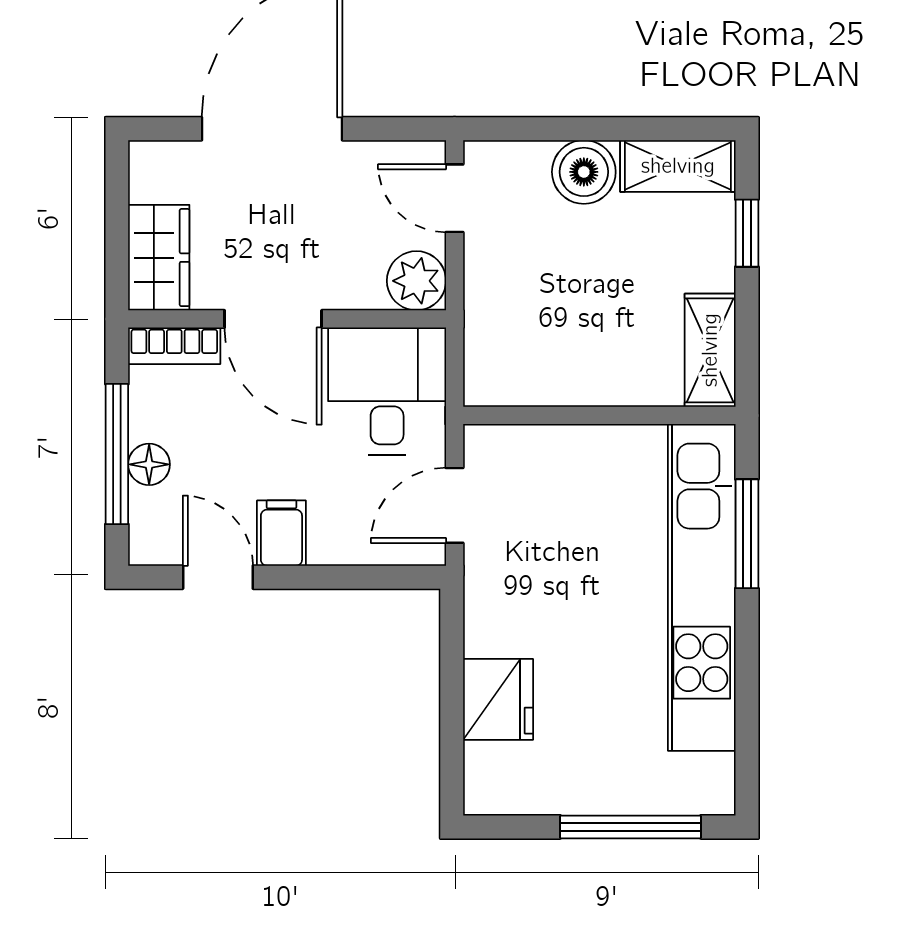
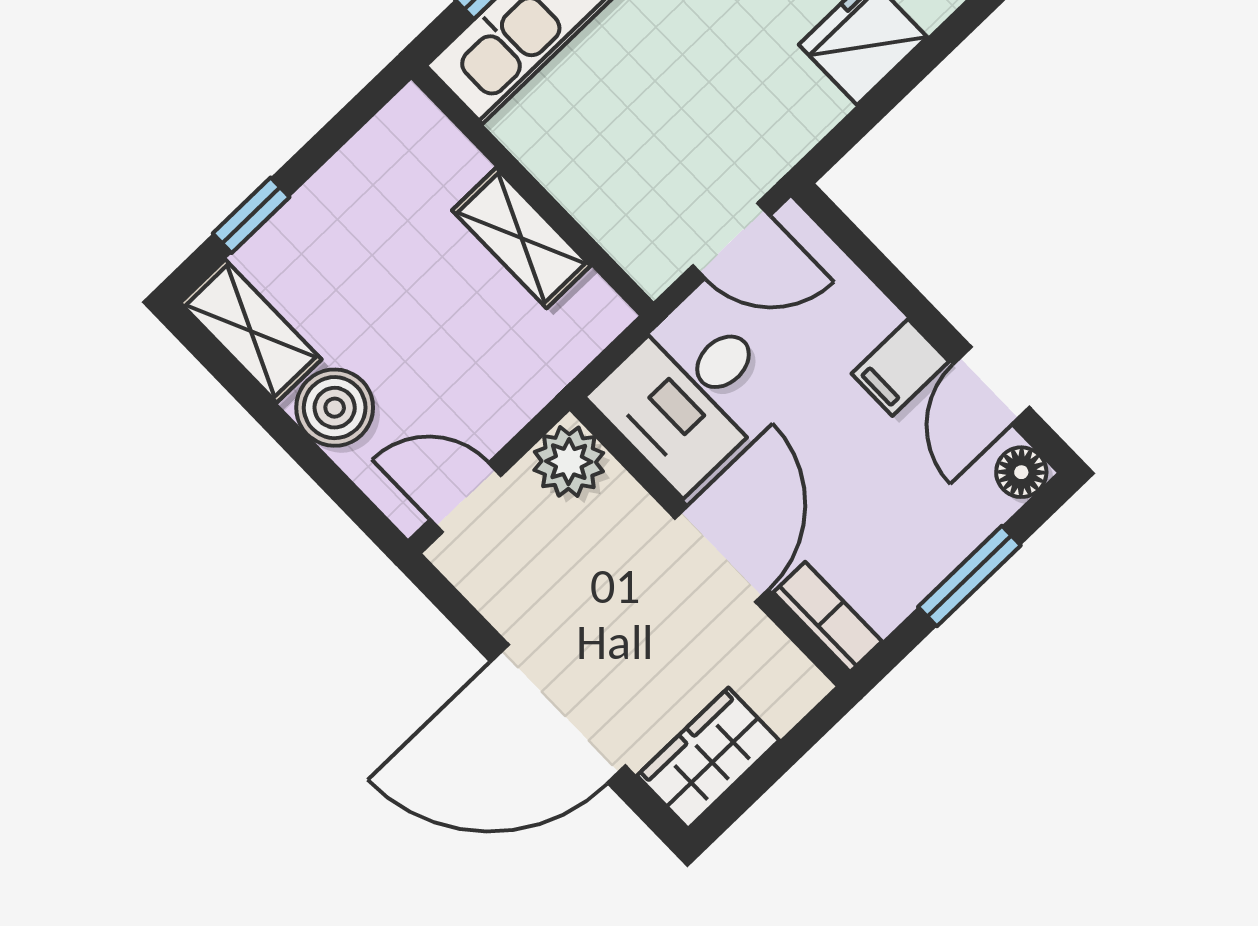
door: (455, 198) -> (465, 498), swing flipped
wardrobe: (159, 258) -> (708, 758), moved
shelving: (710, 350) -> (521, 238), moved, turned 90
window: (117, 454) -> (969, 576), width x0.69
floor lamp: (149, 464) -> (1021, 472), moved

